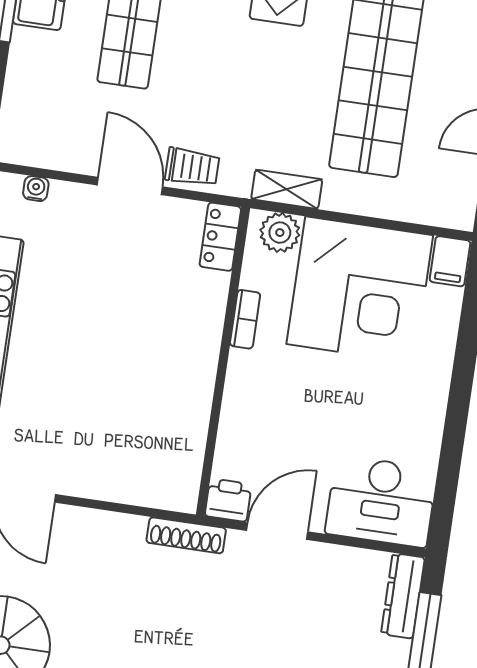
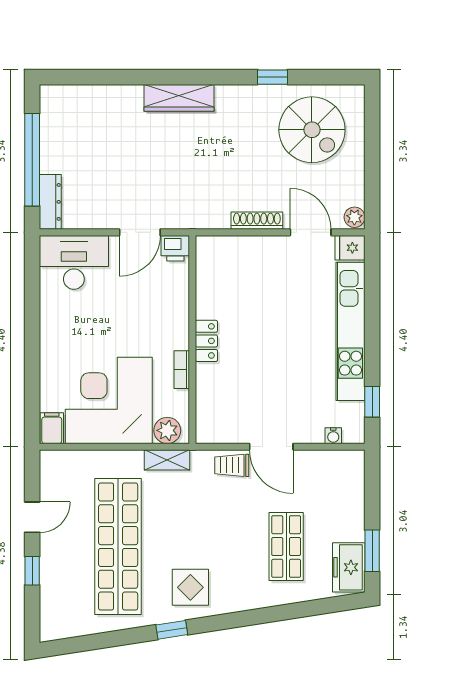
locker: (220, 237) -> (206, 341), moved
shoe rack: (186, 535) -> (257, 221), moved

